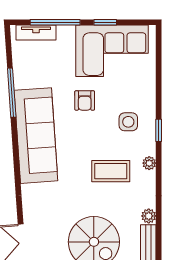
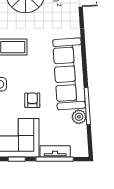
tv unit: (36, 33) -> (55, 151), moved
plant: (23, 79) -> (79, 117), added

